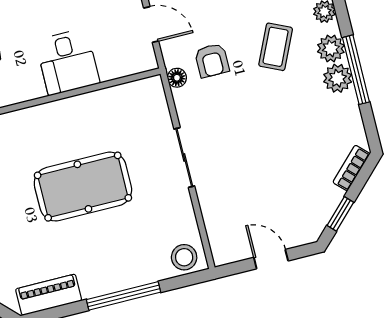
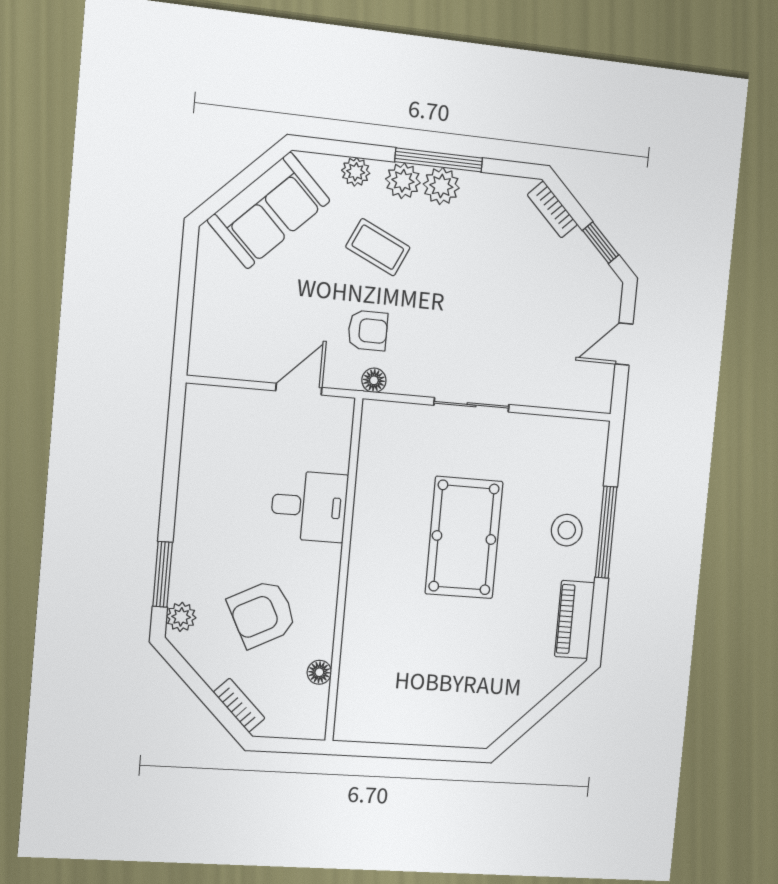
stool: (184, 257) -> (567, 530), moved

